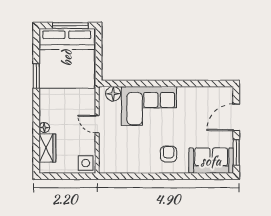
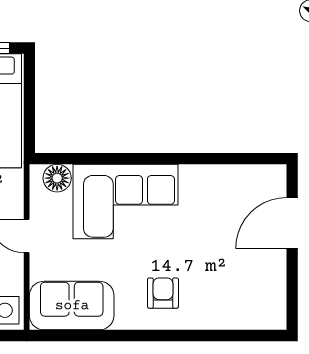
window: (236, 152) -> (292, 290), removed
sofa: (211, 161) -> (72, 306), moved

